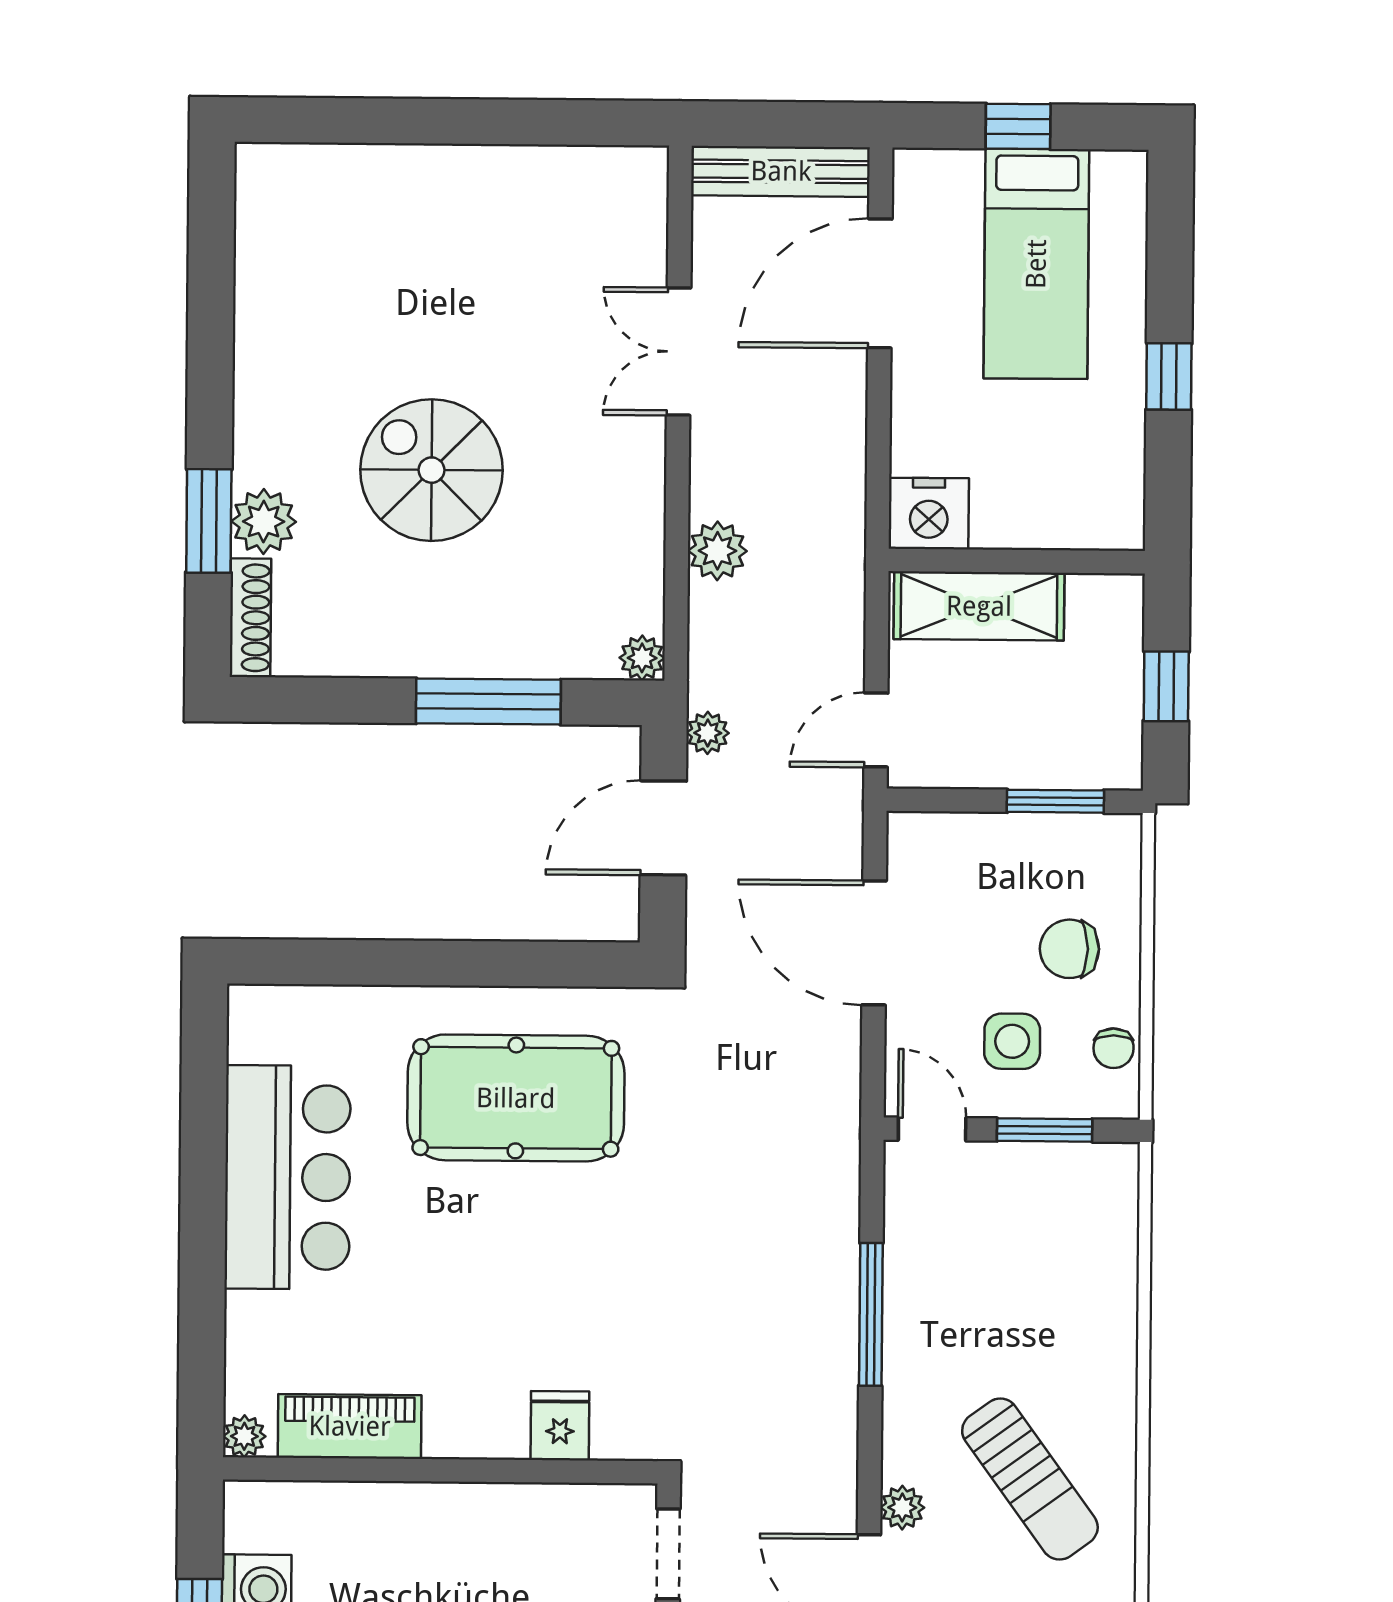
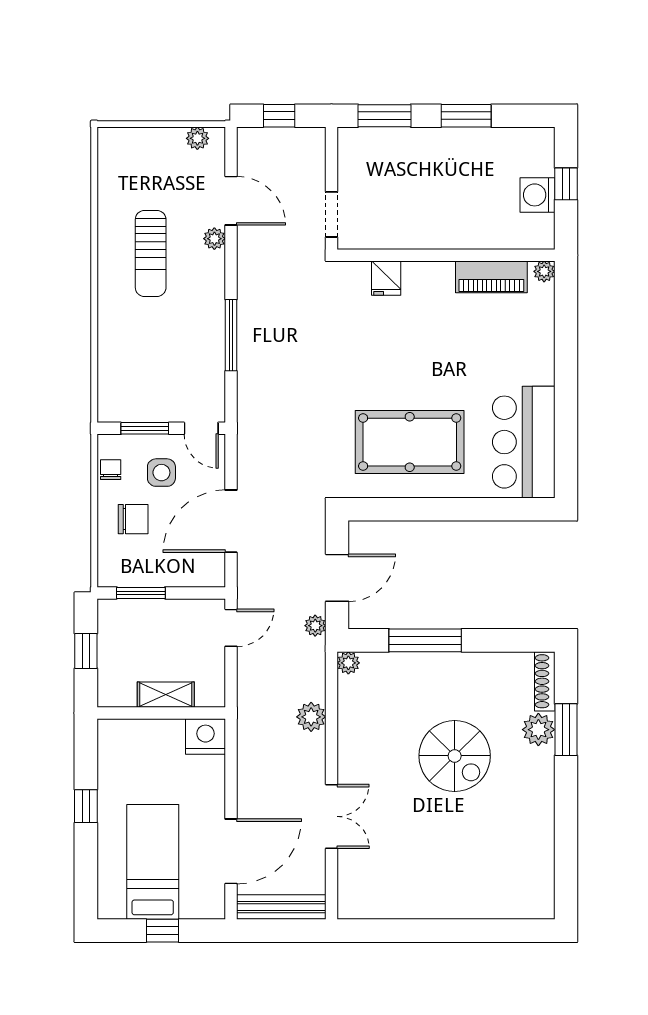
shelving: (979, 606) -> (166, 695), width x0.67, depth x0.75
door: (874, 943) -> (231, 521), swing flipped
bar counter: (288, 1177) -> (524, 442), moved
sun lounger: (1030, 1479) -> (151, 253), turned -144

